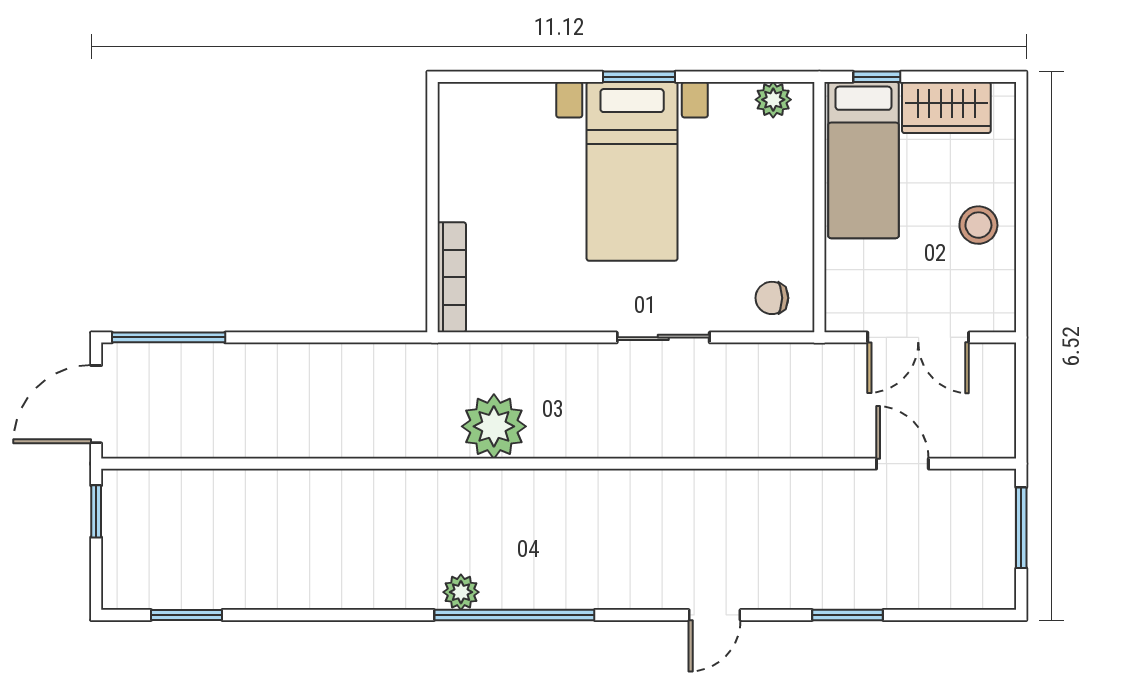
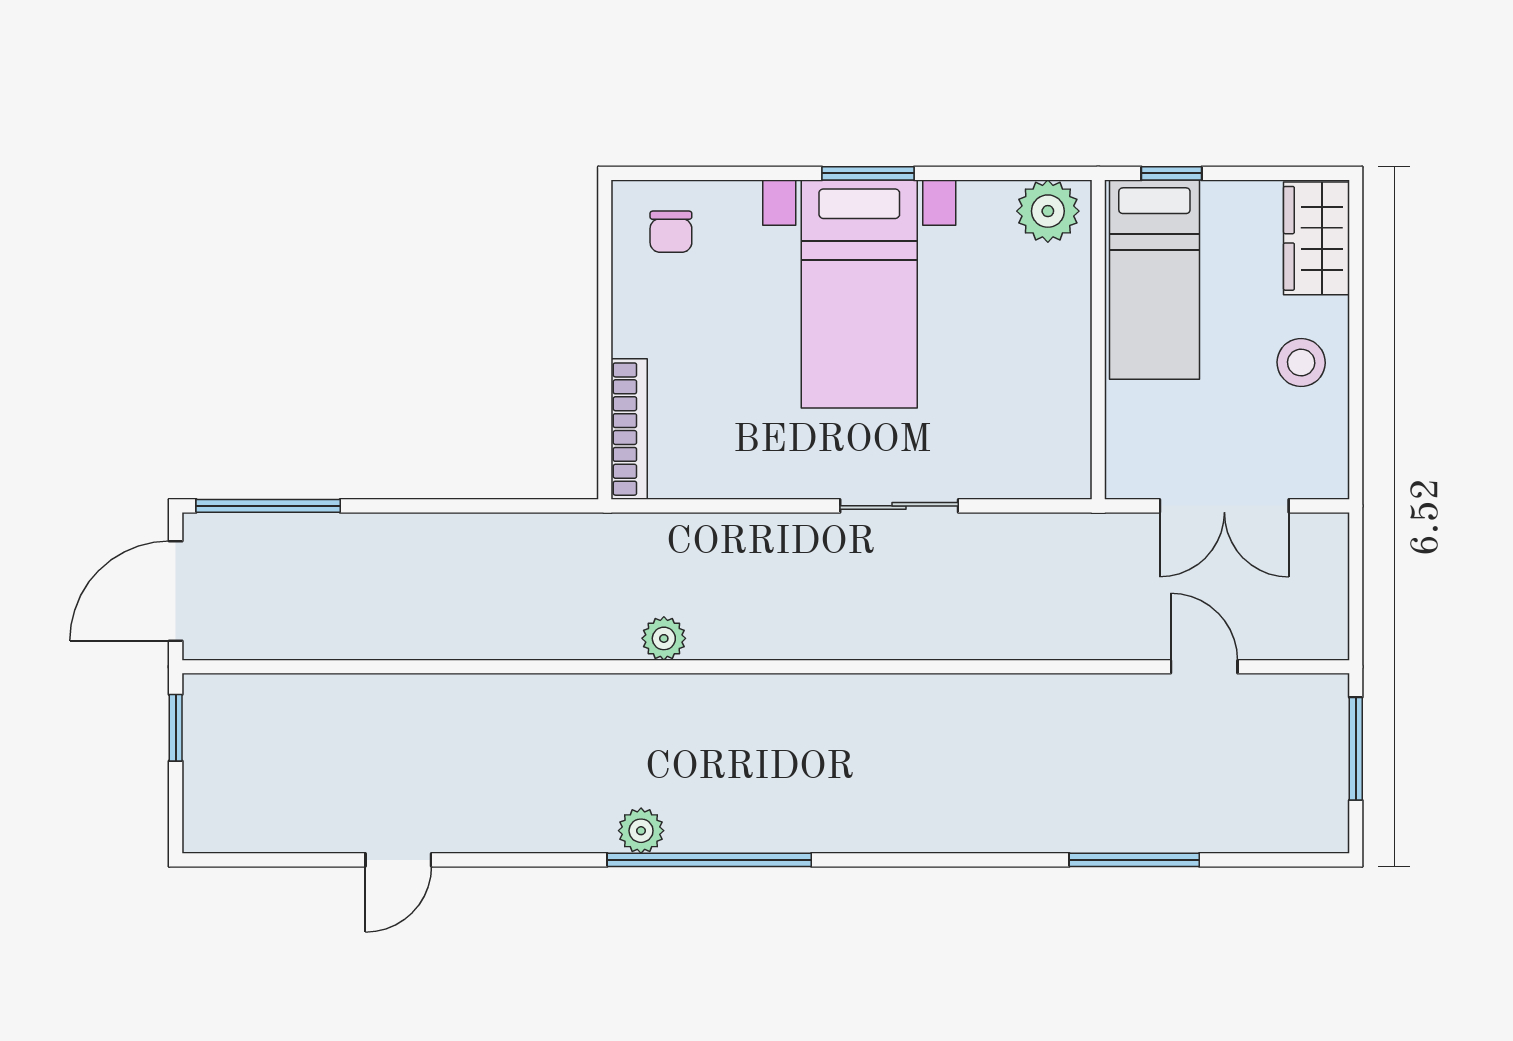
plant: (773, 100) -> (1048, 211), width x1.38, depth x1.38
wardrobe: (946, 107) -> (1316, 238), moved, turned 90
chair: (772, 298) -> (671, 232), moved, turned -90
plant: (494, 426) -> (664, 638), width x0.53, depth x0.53
window: (187, 615) -> (291, 860), removed
door: (715, 615) -> (398, 860), moved
window: (848, 615) -> (1134, 860), width x1.44

